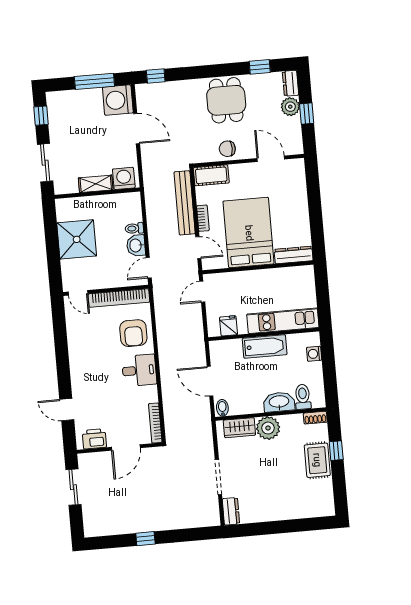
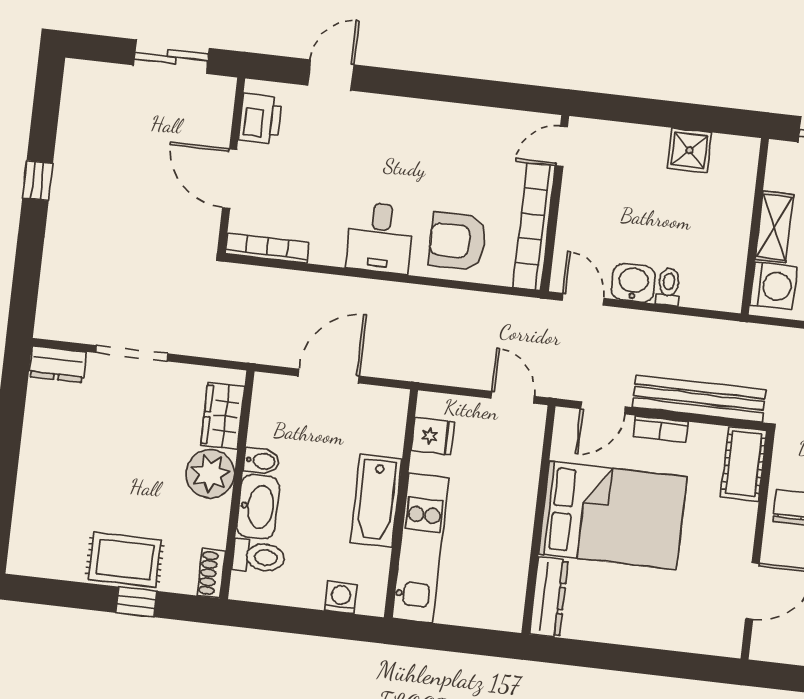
shower: (77, 239) -> (689, 150), width x0.54, depth x0.54
bidet: (222, 408) -> (262, 461), moved

